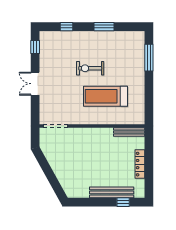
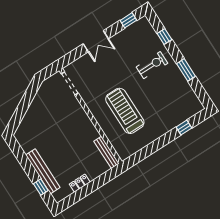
window: (149, 58) -> (184, 128), width x0.46
exercise bike: (90, 68) -> (152, 65), moved, turned 90
double door: (35, 84) -> (96, 41), swing flipped
locker: (140, 164) -> (80, 183), width x0.66

